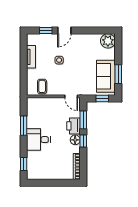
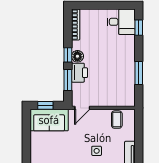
window: (118, 74) -> (26, 134), removed
sofa: (106, 76) -> (49, 120), moved, turned 90
door: (71, 96) -> (82, 108), swing flipped
desk: (38, 140) -> (121, 22), moved

